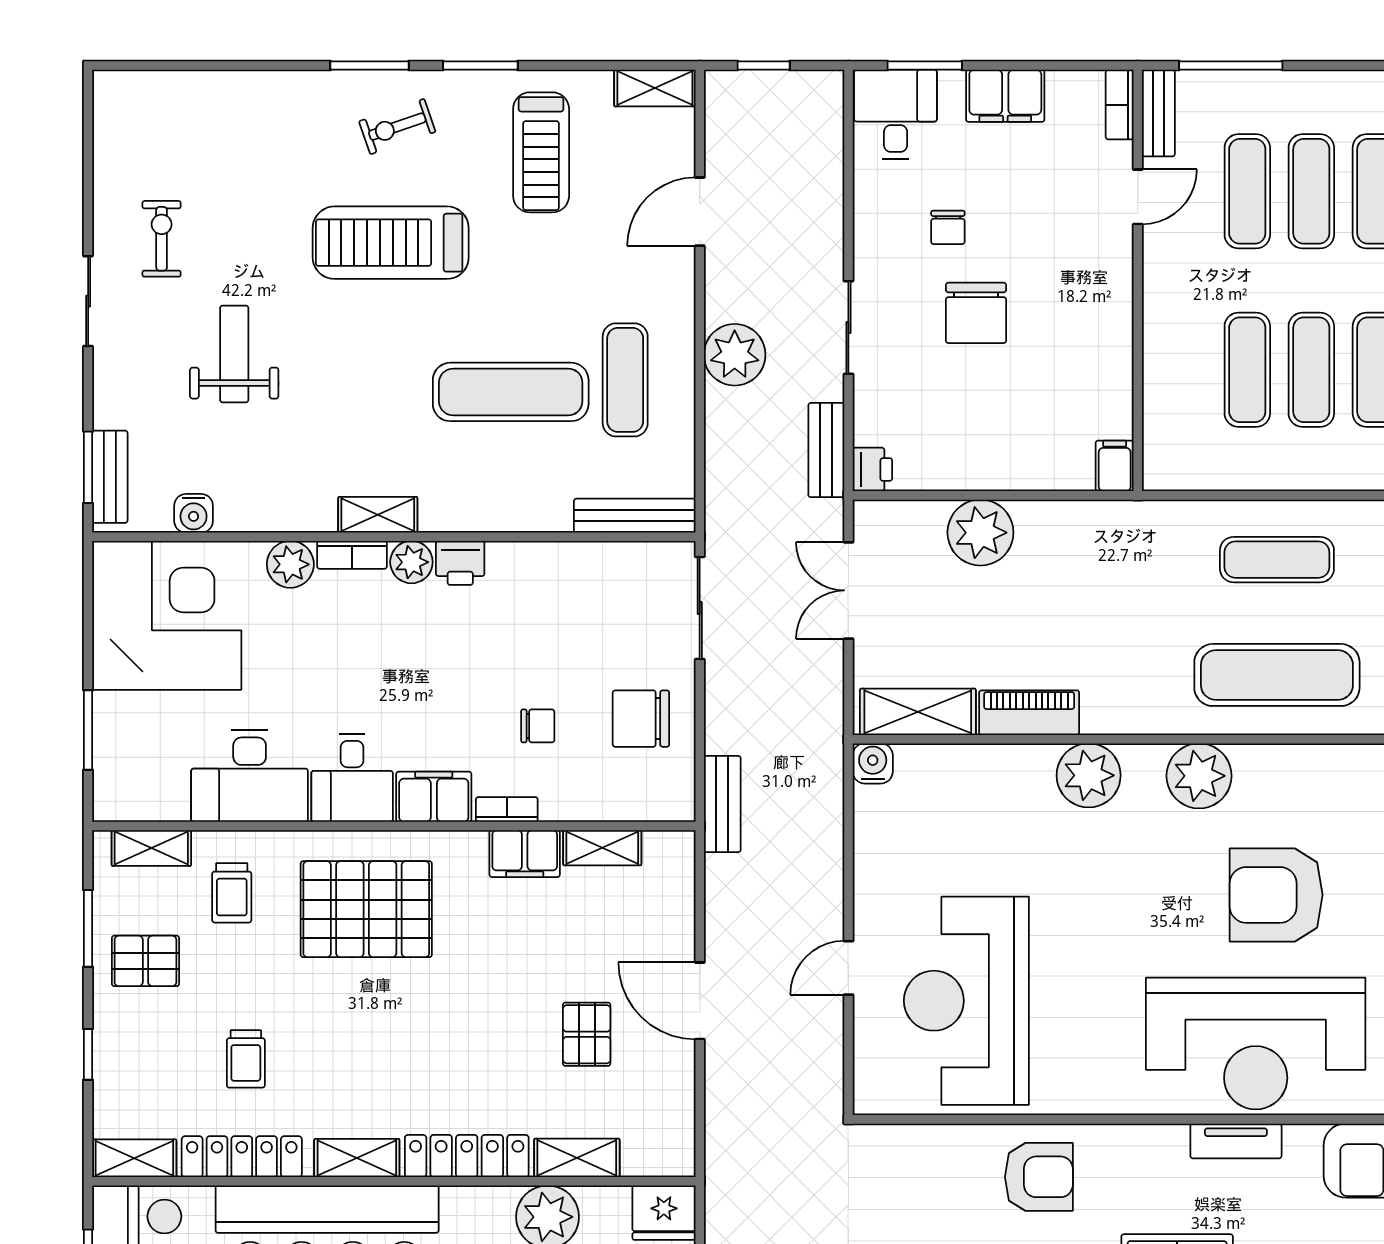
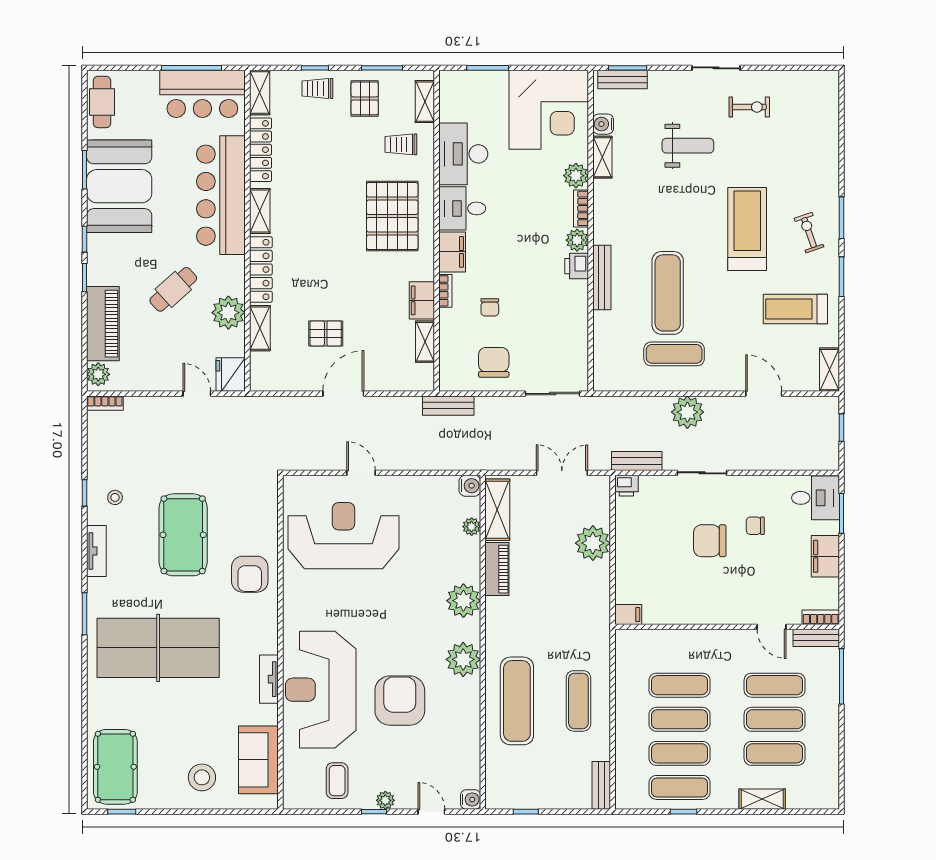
shelving: (378, 515) -> (602, 157), moved
bench: (635, 516) -> (602, 277), moved
plant: (949, 760) -> (472, 527), added
trolley: (246, 1059) -> (317, 89), moved

